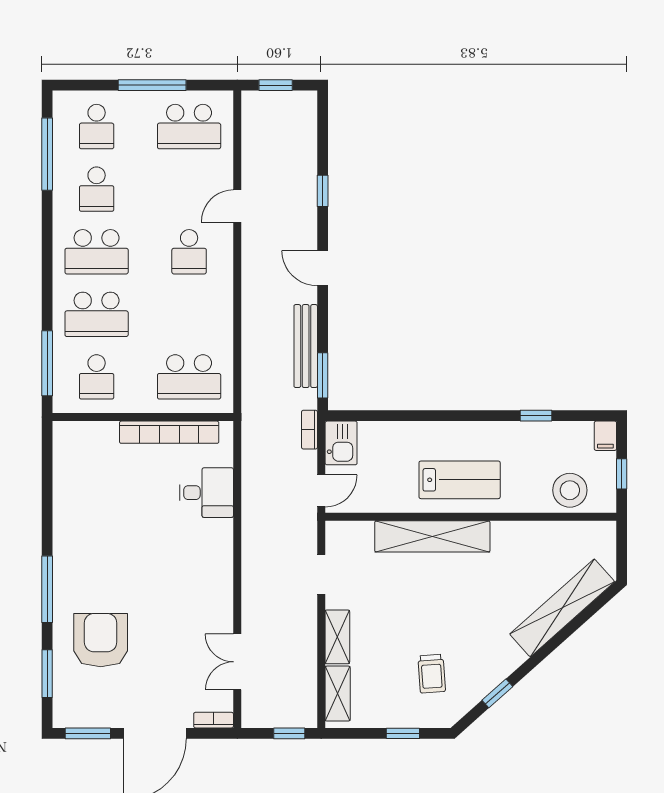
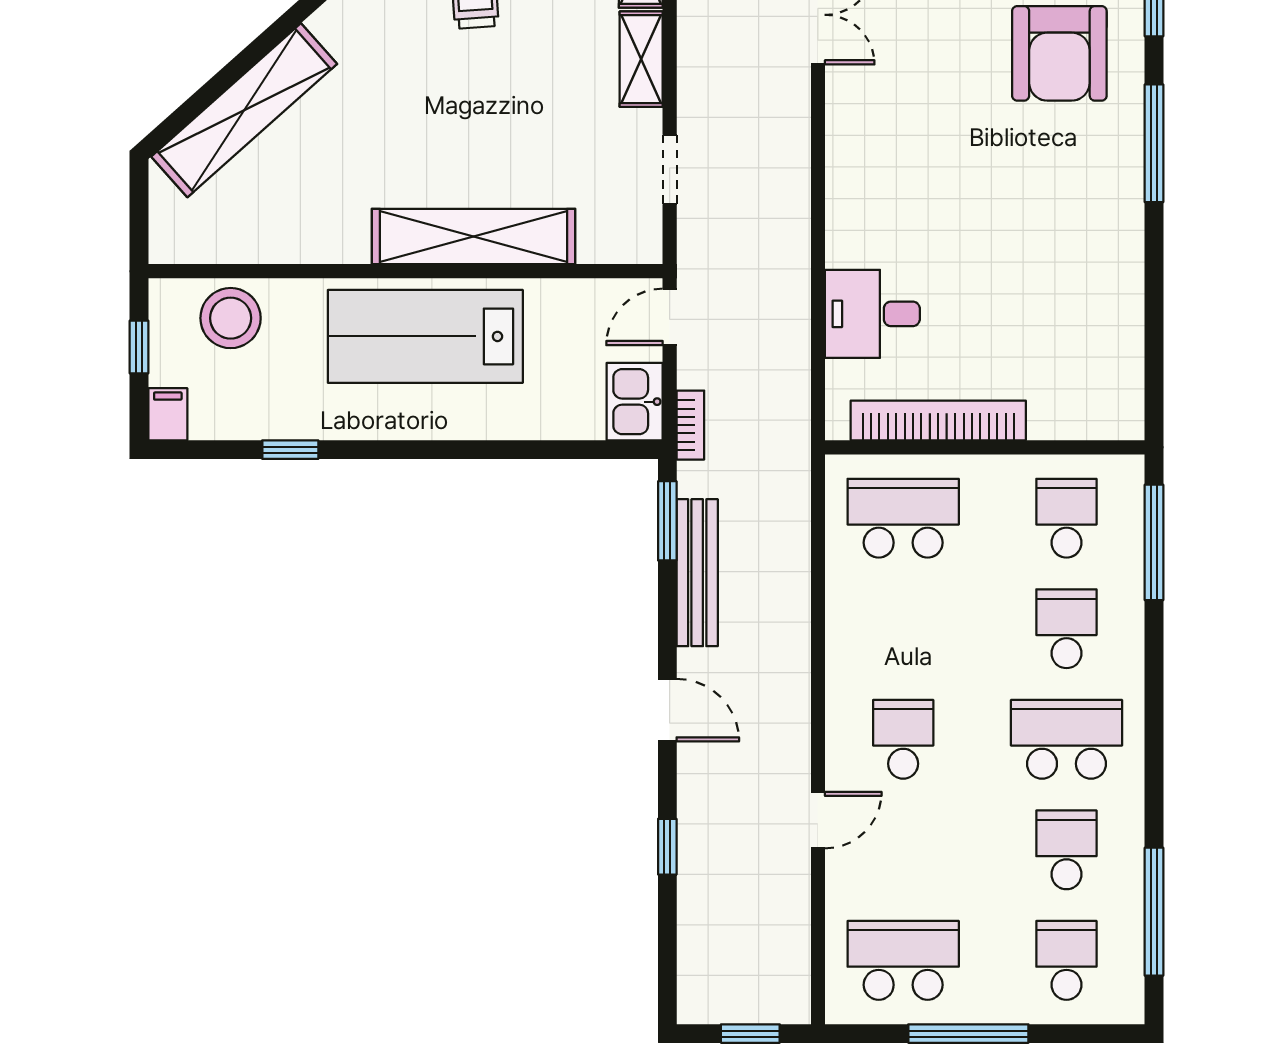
school desk: (97, 314) -> (1066, 629), width x0.54
lab bench: (460, 480) -> (425, 336), width x1.36, depth x1.39

